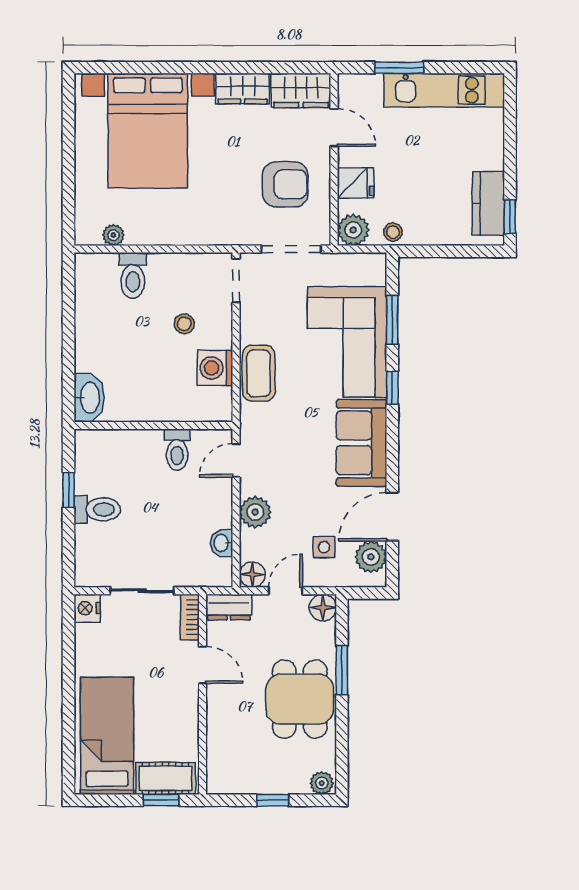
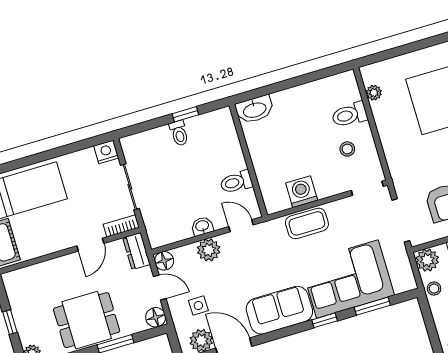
stool: (184, 324) -> (347, 149), moved
toilet: (97, 509) -> (179, 133), width x0.73, depth x0.72
washbasin: (222, 543) -> (202, 226), moved

